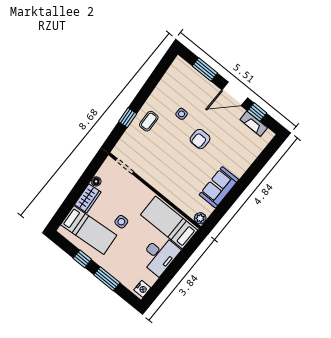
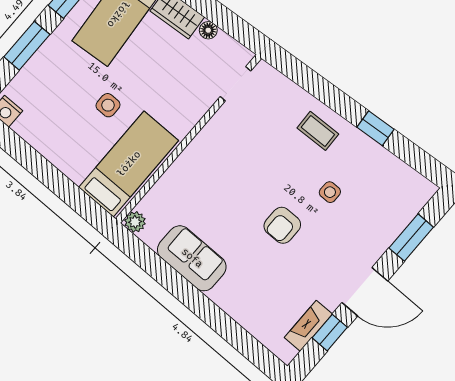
door: (235, 94) -> (365, 292), swing flipped
window: (128, 118) -> (376, 128), moved
armchair: (200, 139) -> (282, 225), turned -90
side table: (121, 222) -> (108, 105), moved
desk: (160, 255) -> (69, 145), removed

